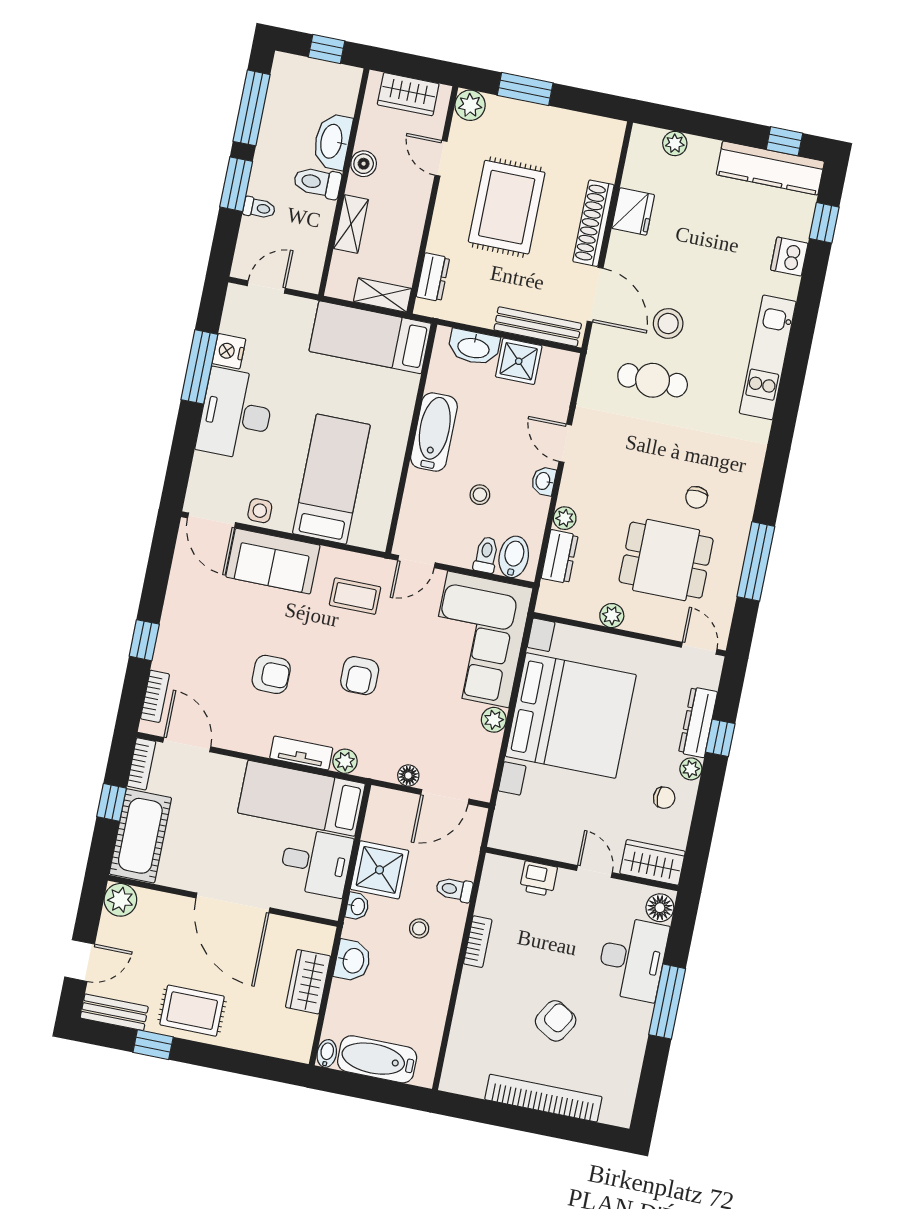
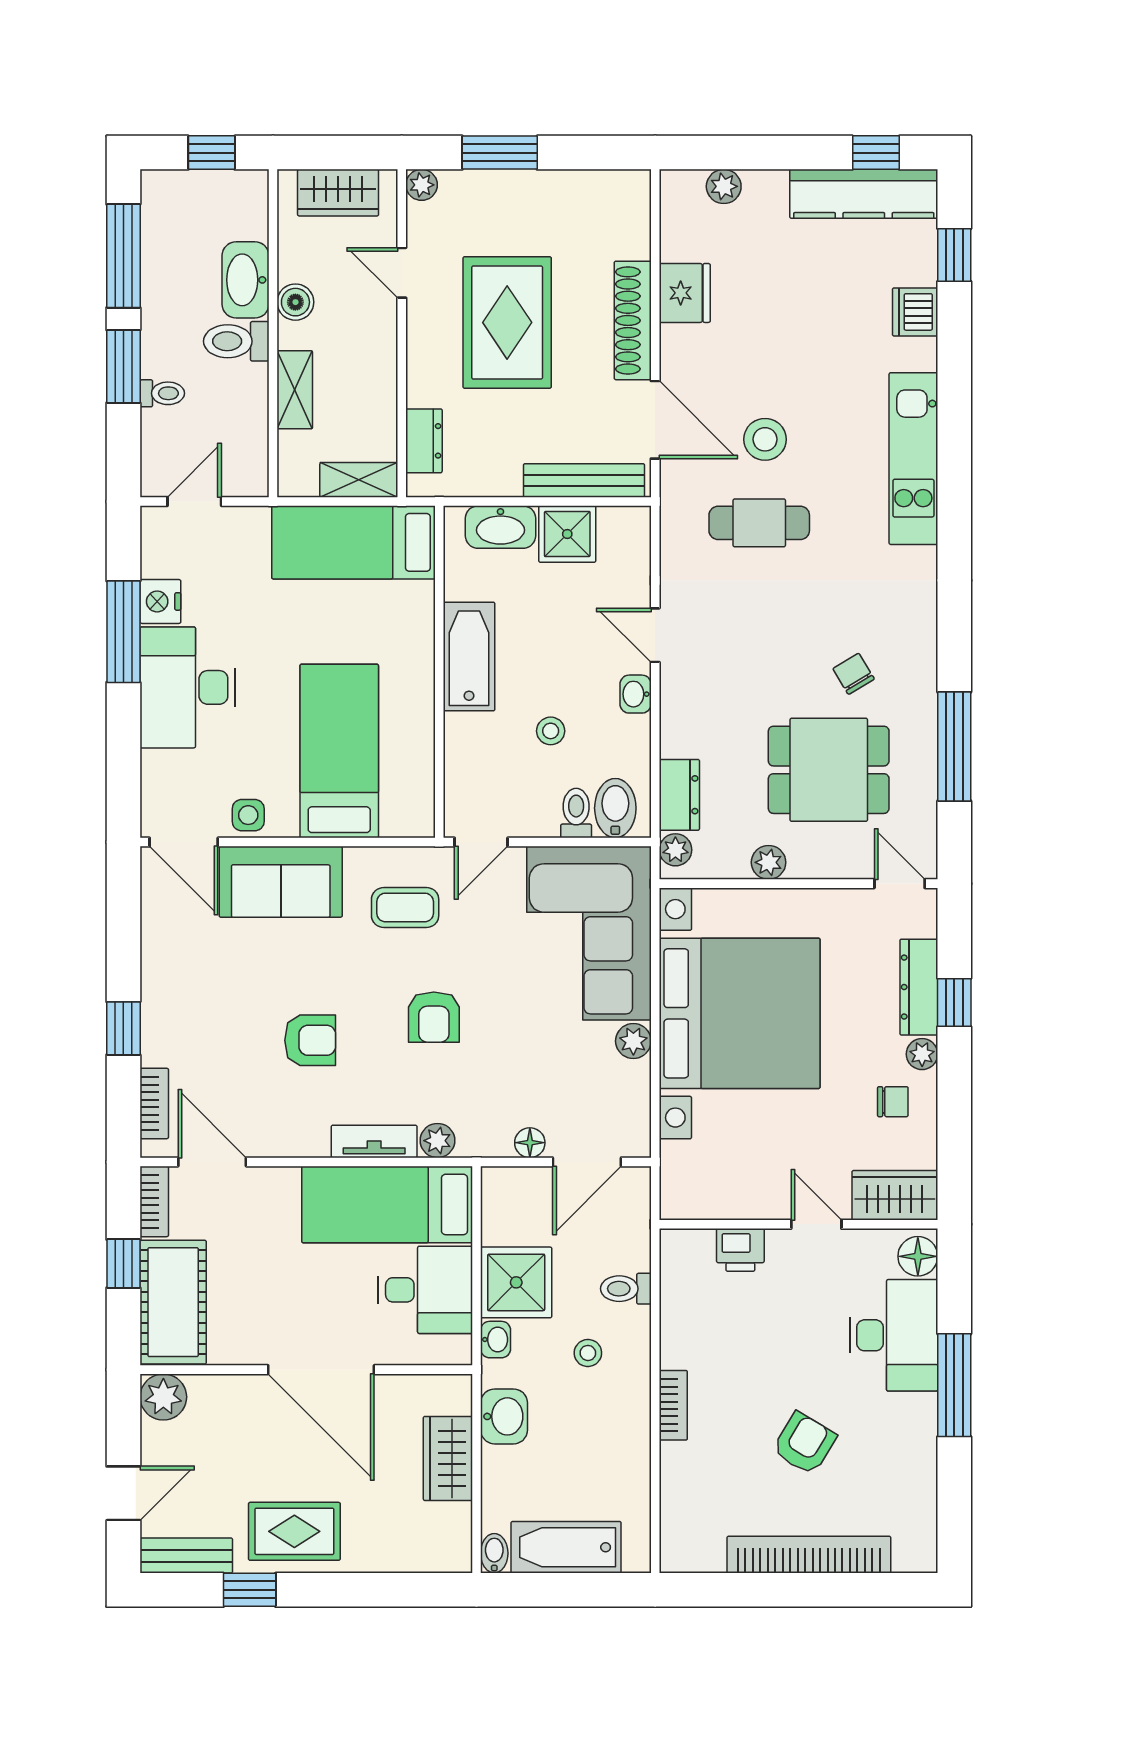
plant: (470, 105) -> (422, 185), width x0.73, depth x0.73
chair: (697, 497) -> (854, 674), turned 145
plant: (565, 518) -> (675, 850), moved
bookcase: (478, 942) -> (673, 1405), moved

